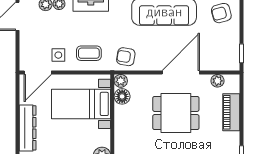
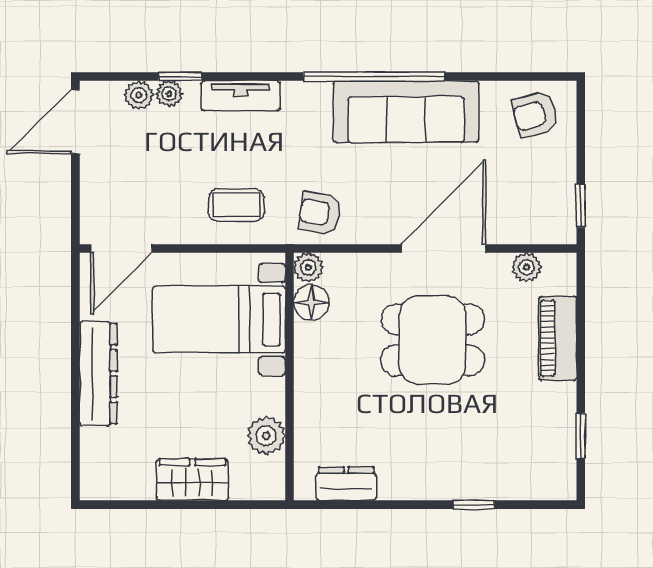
side table: (58, 55) -> (168, 209), removed

